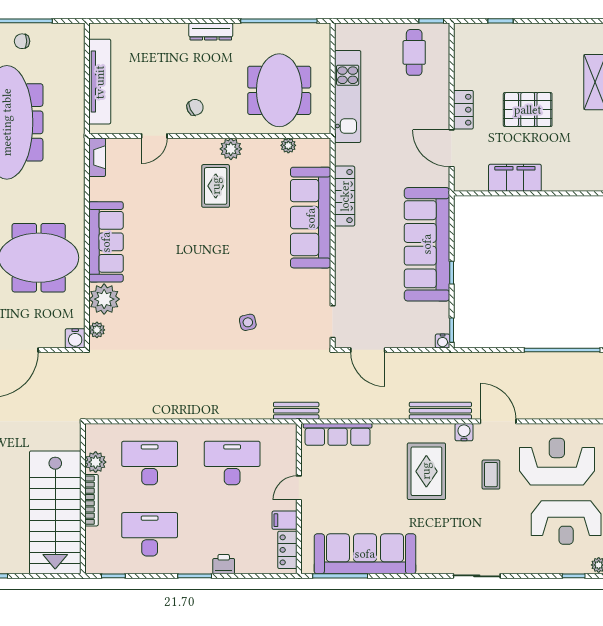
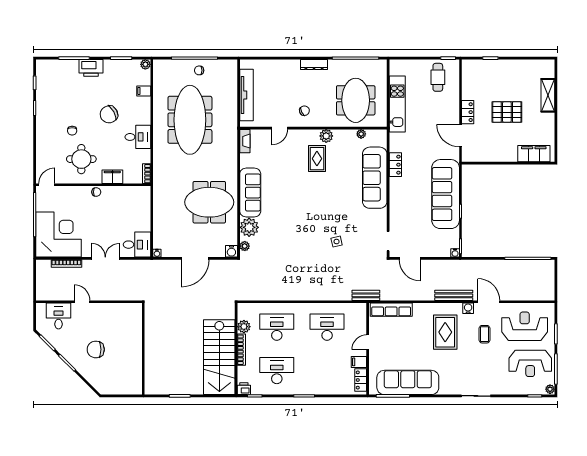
filing cabinet: (515, 178) -> (534, 154), moved
locker: (345, 196) -> (395, 165), width x0.66
printer: (224, 564) -> (244, 389), moved

